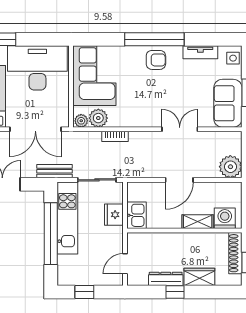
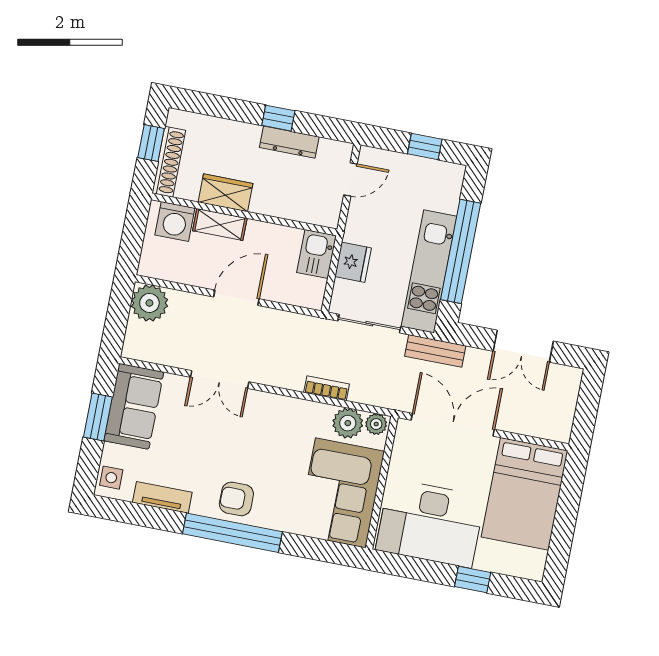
wardrobe: (199, 277) -> (226, 193), moved, turned 180

